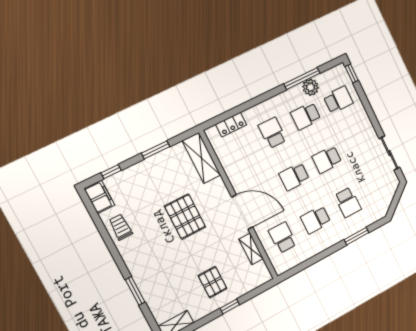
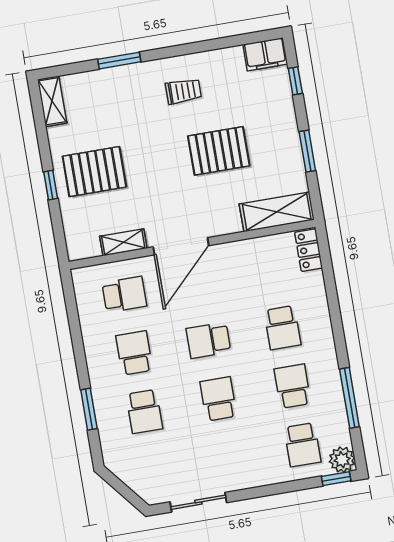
plant: (311, 87) -> (342, 460), moved
locker: (231, 125) -> (309, 250), moved
school desk: (272, 133) -> (282, 328), turned 90
school desk: (294, 177) -> (208, 340), turned -90
school desk: (348, 202) -> (144, 412), turned -90
pallet: (185, 217) -> (219, 151), moved
trolley: (121, 227) -> (183, 91), moved
pallet: (213, 282) -> (94, 172), width x1.50, depth x1.42

